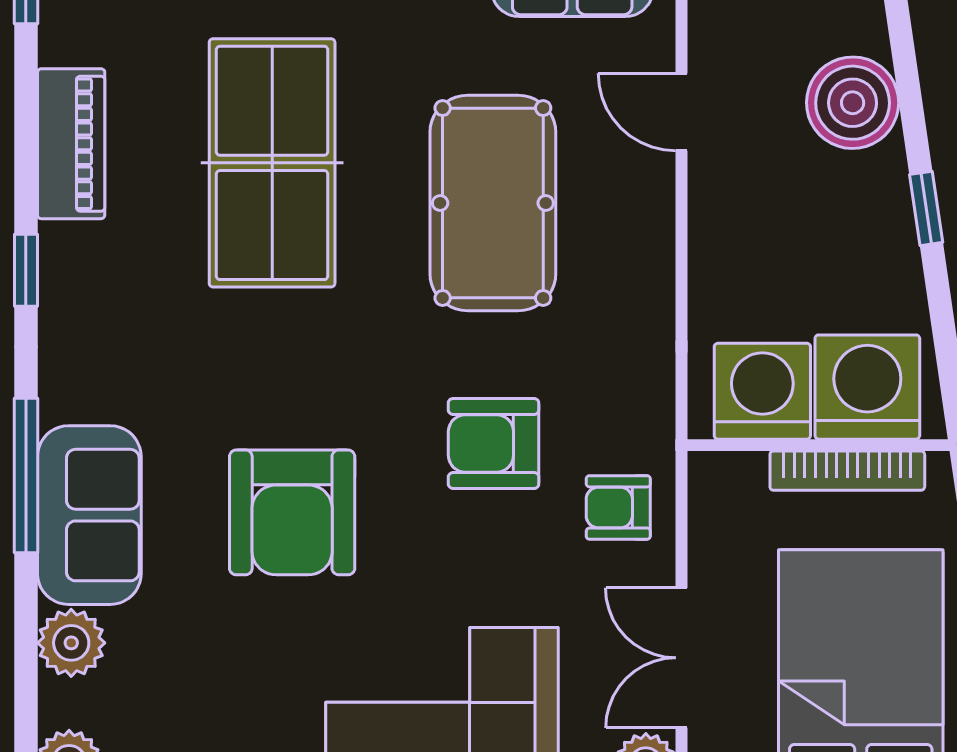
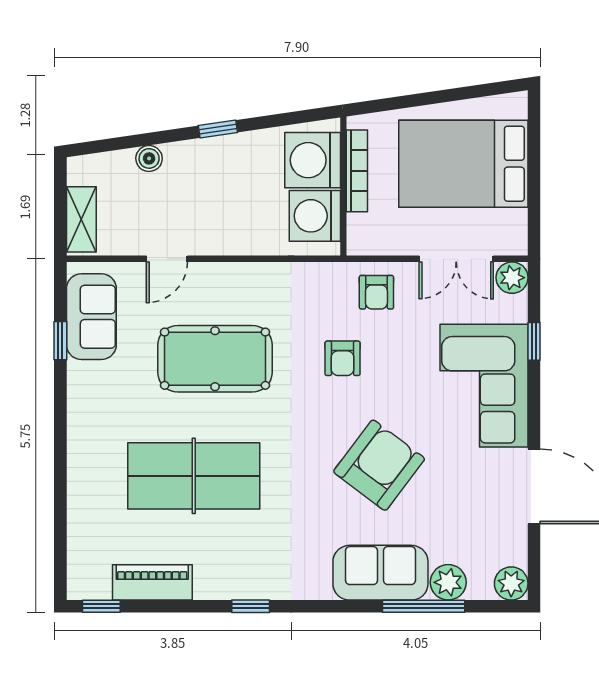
boiler: (853, 103) -> (149, 158), width x0.54, depth x0.54
piano: (71, 144) -> (152, 582), moved
armchair: (494, 443) -> (343, 358), width x0.72, depth x0.72
window: (26, 476) -> (424, 606), moved
armchair: (292, 512) -> (379, 465), turned -53

